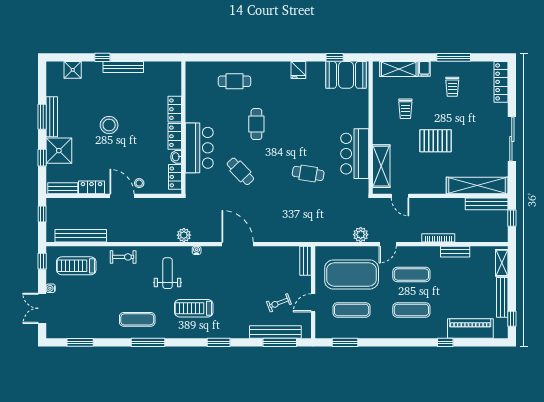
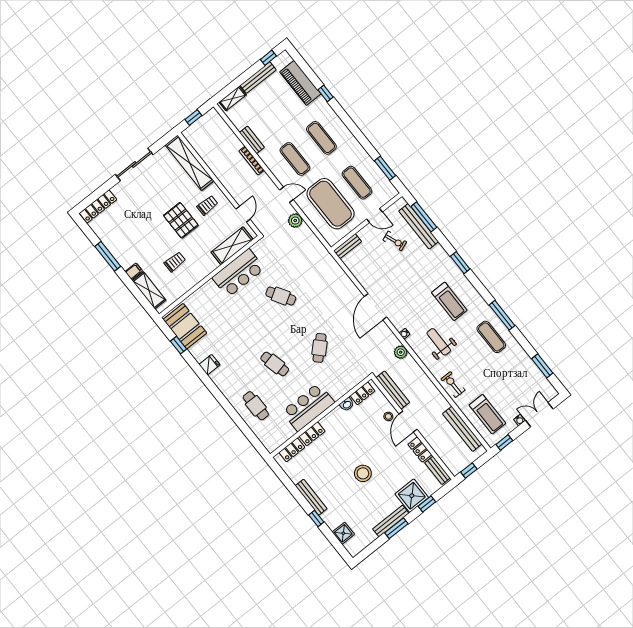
trolley: (452, 87) -> (207, 205), moved
cafe table: (256, 124) -> (275, 364), turned 76
locker: (175, 136) -> (292, 450), moved
bar counter: (199, 148) -> (308, 407), moved
cafe table: (308, 173) -> (281, 296), turned -40
bench: (487, 204) -> (393, 390), moved
weight bench: (168, 273) -> (439, 342), turned 90
double door: (42, 308) -> (539, 415), swing flipped

